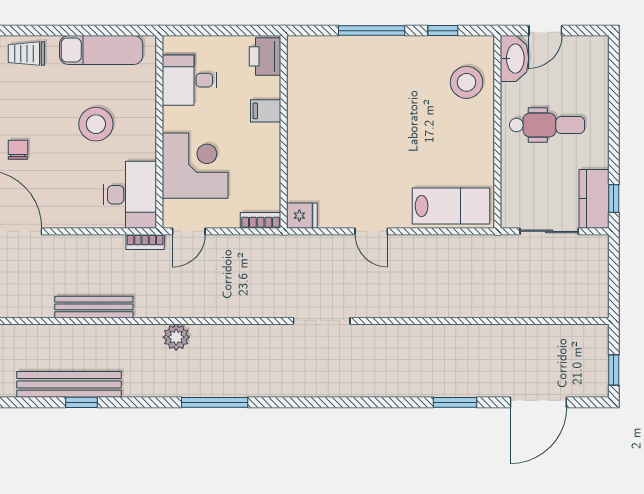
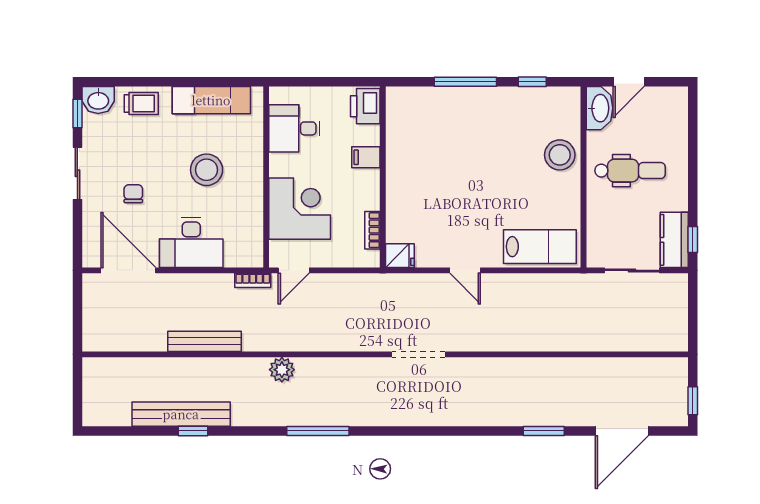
trolley: (26, 54) -> (141, 104), turned 180
stool: (466, 82) -> (560, 155), moved
desk: (130, 195) -> (191, 243), moved, turned 90
bookcase: (261, 220) -> (372, 230), moved, turned -90

